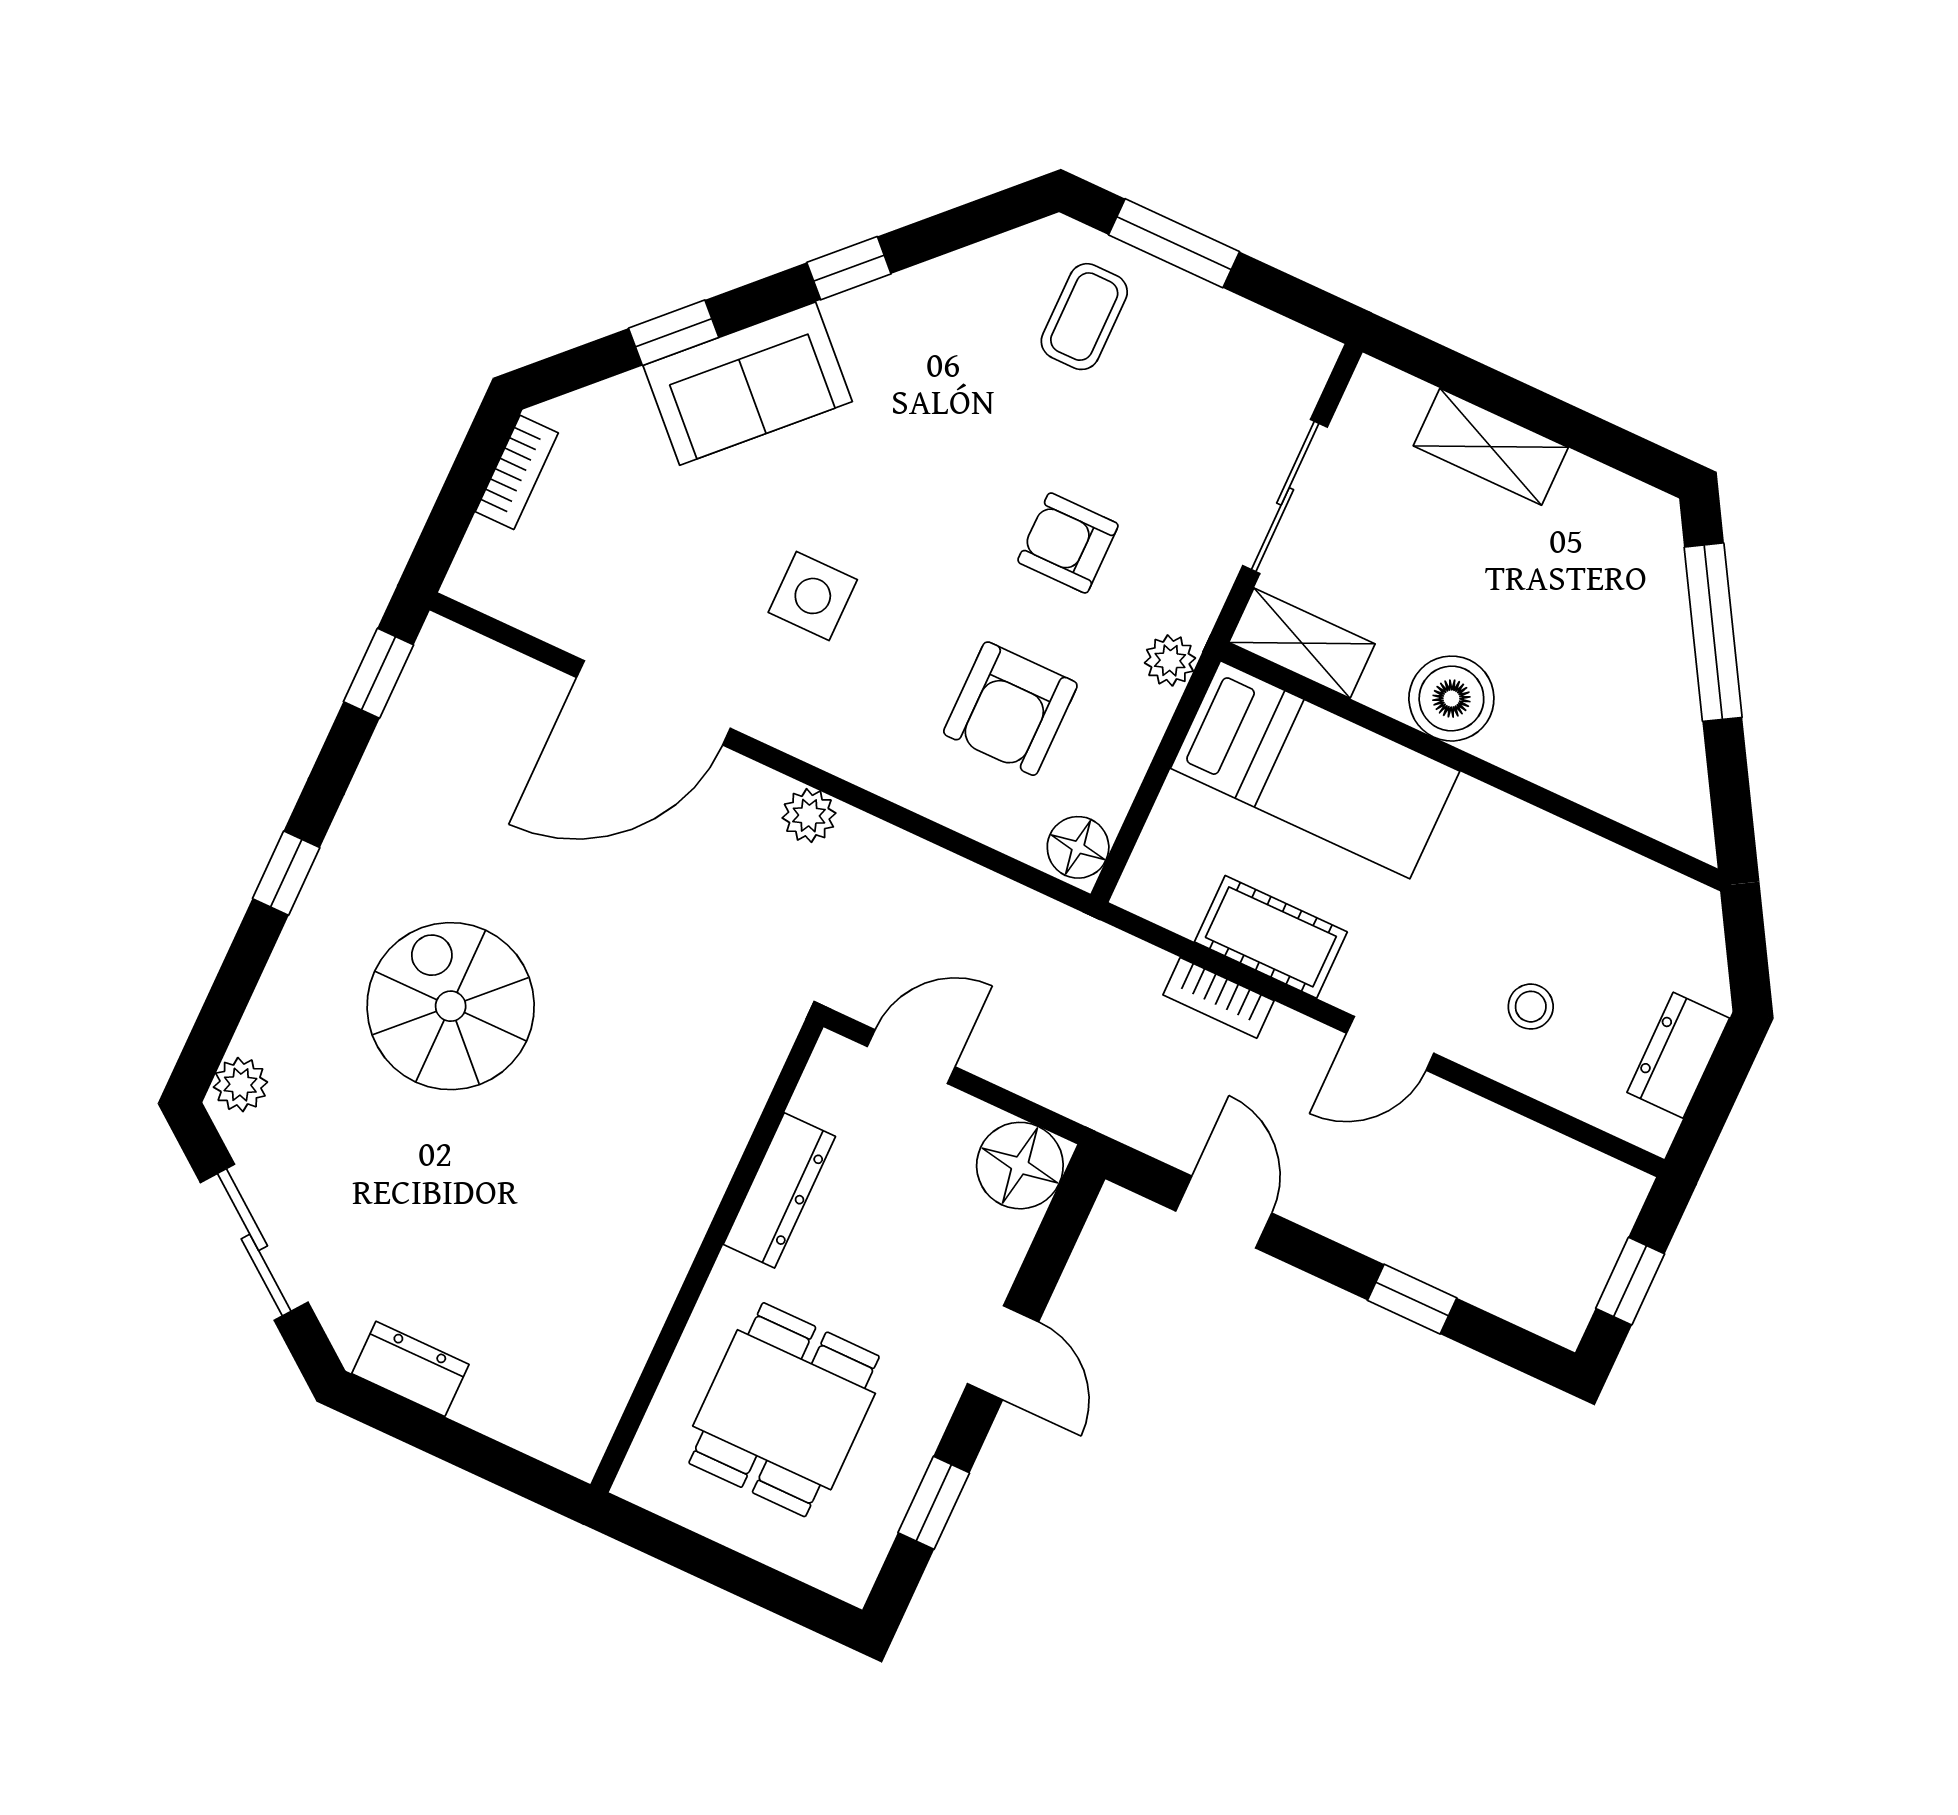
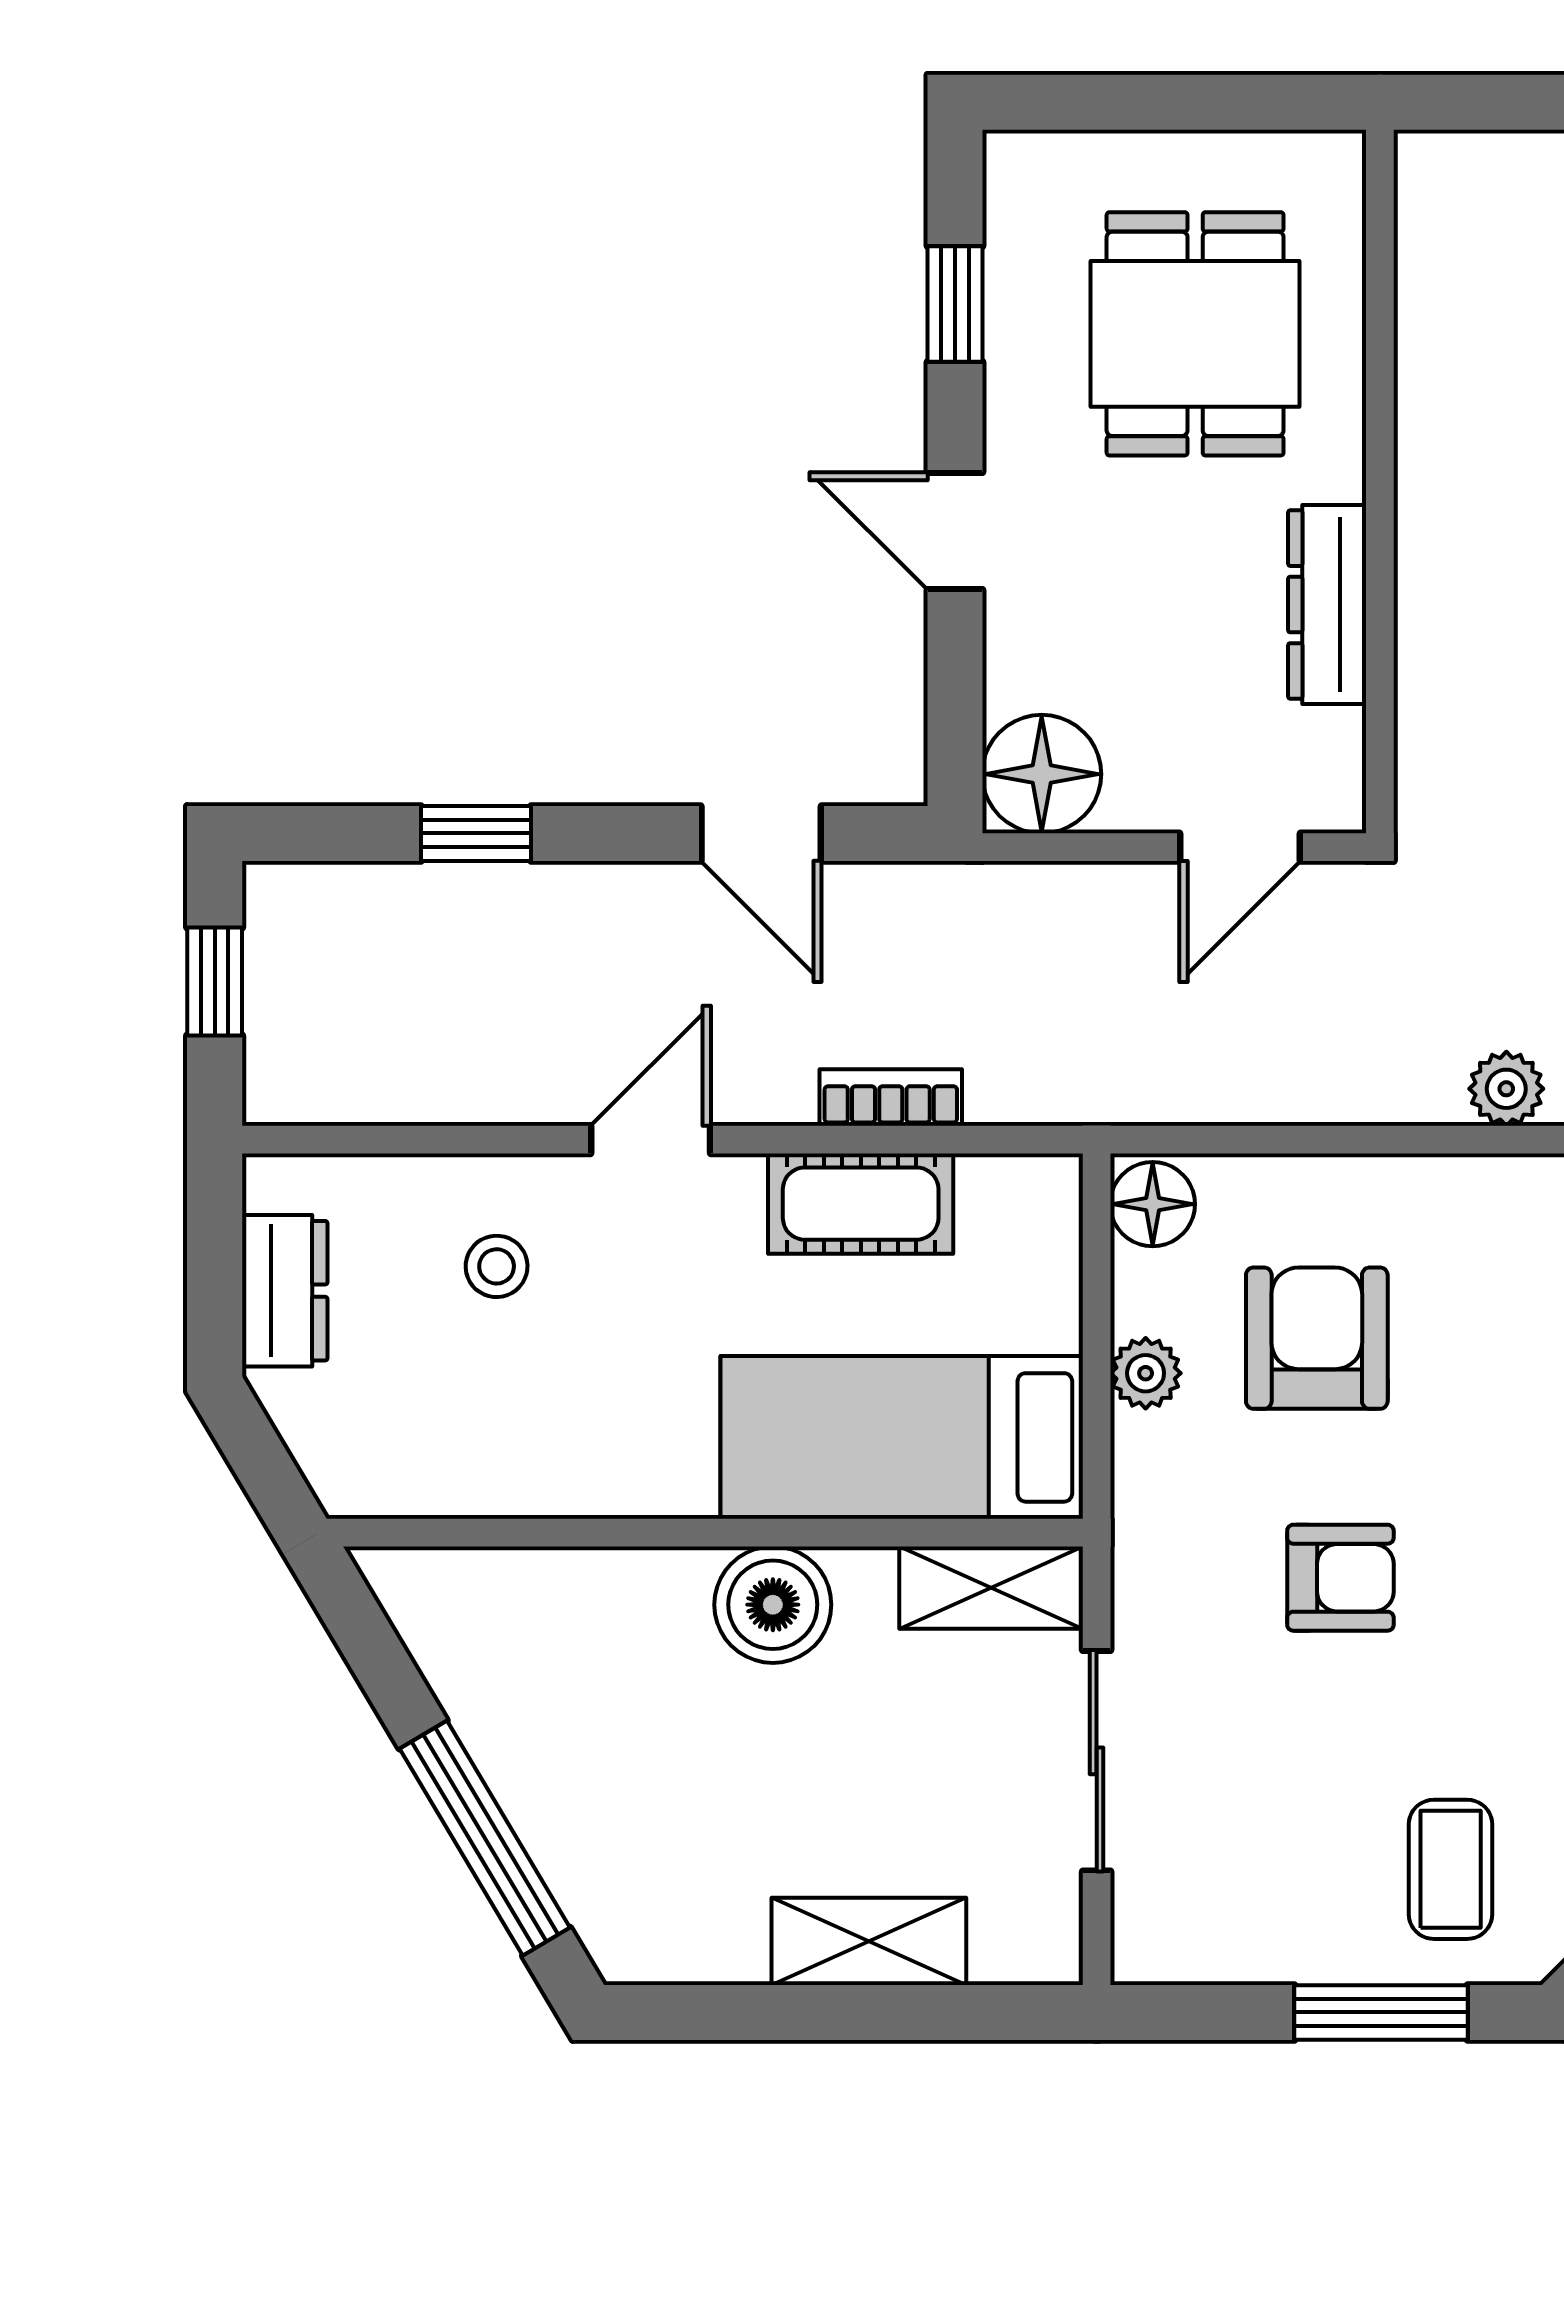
plant: (1170, 660) -> (1146, 1373), moved

